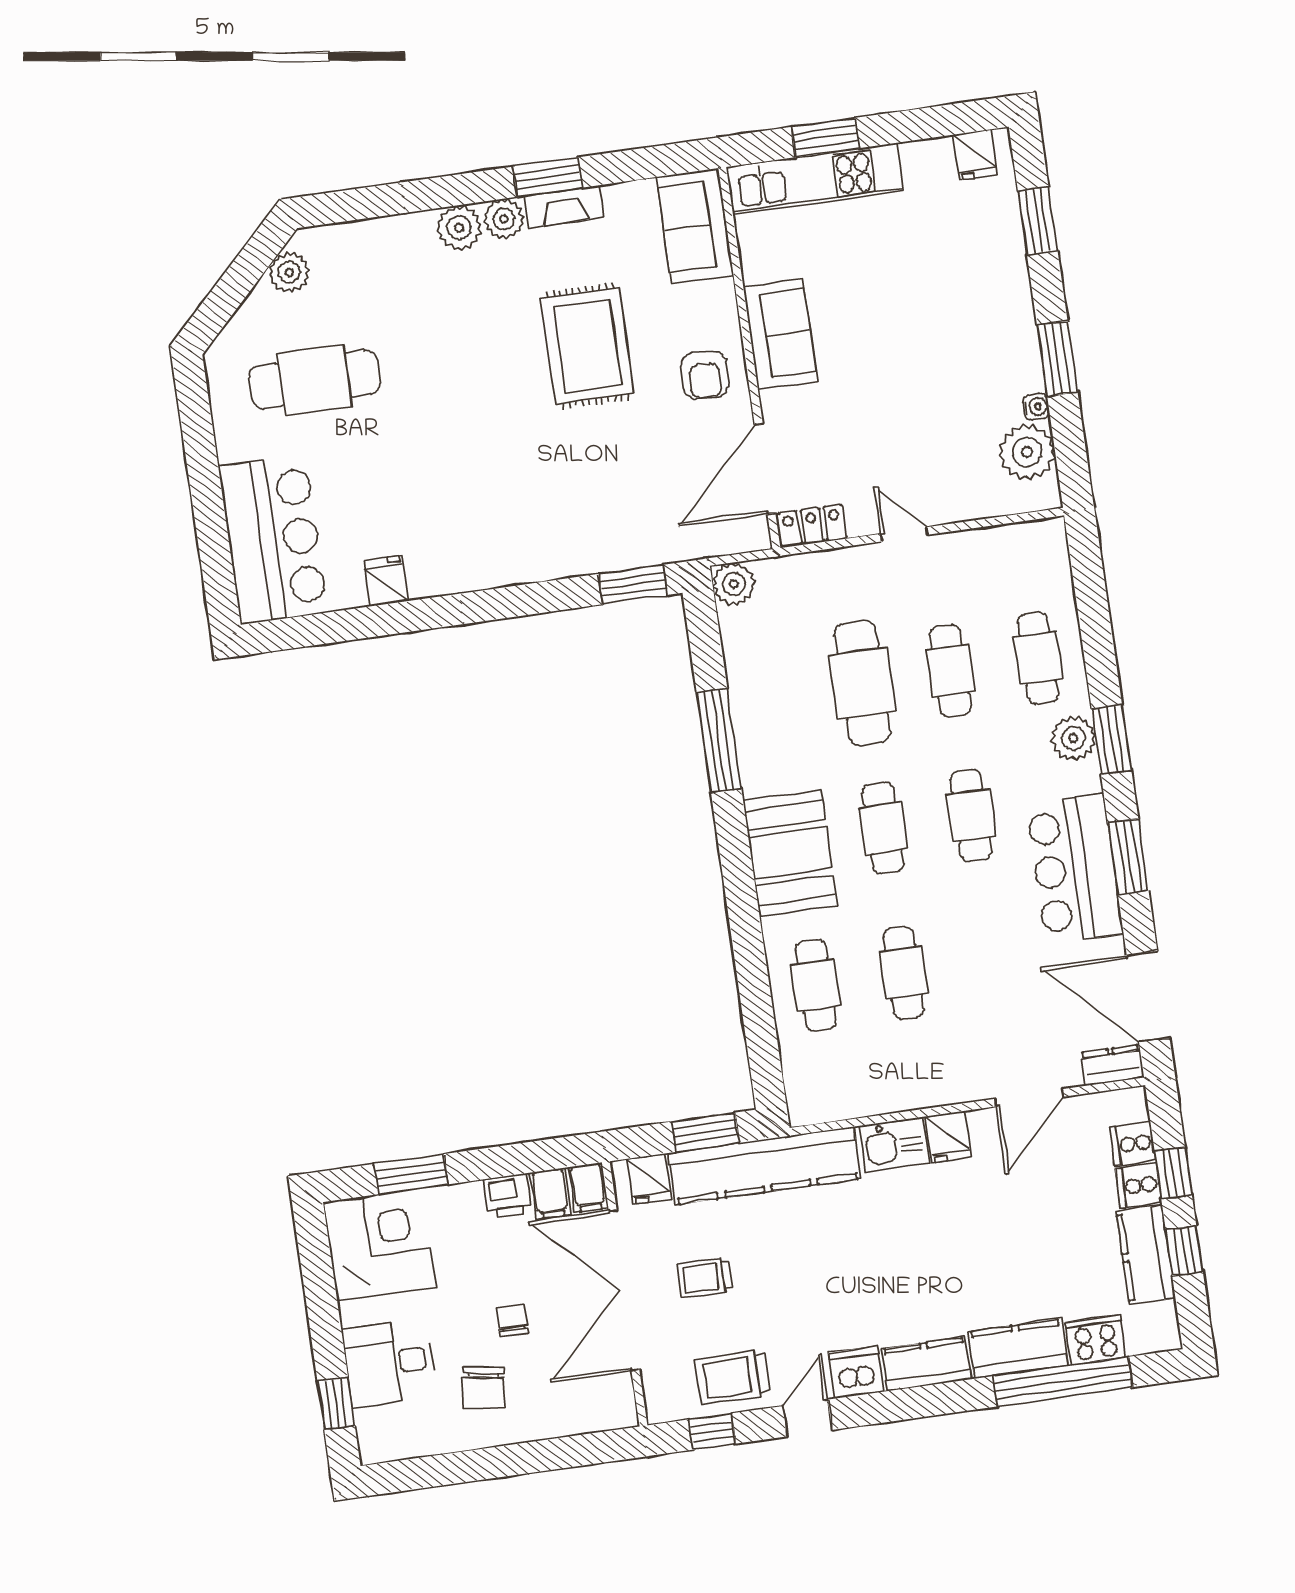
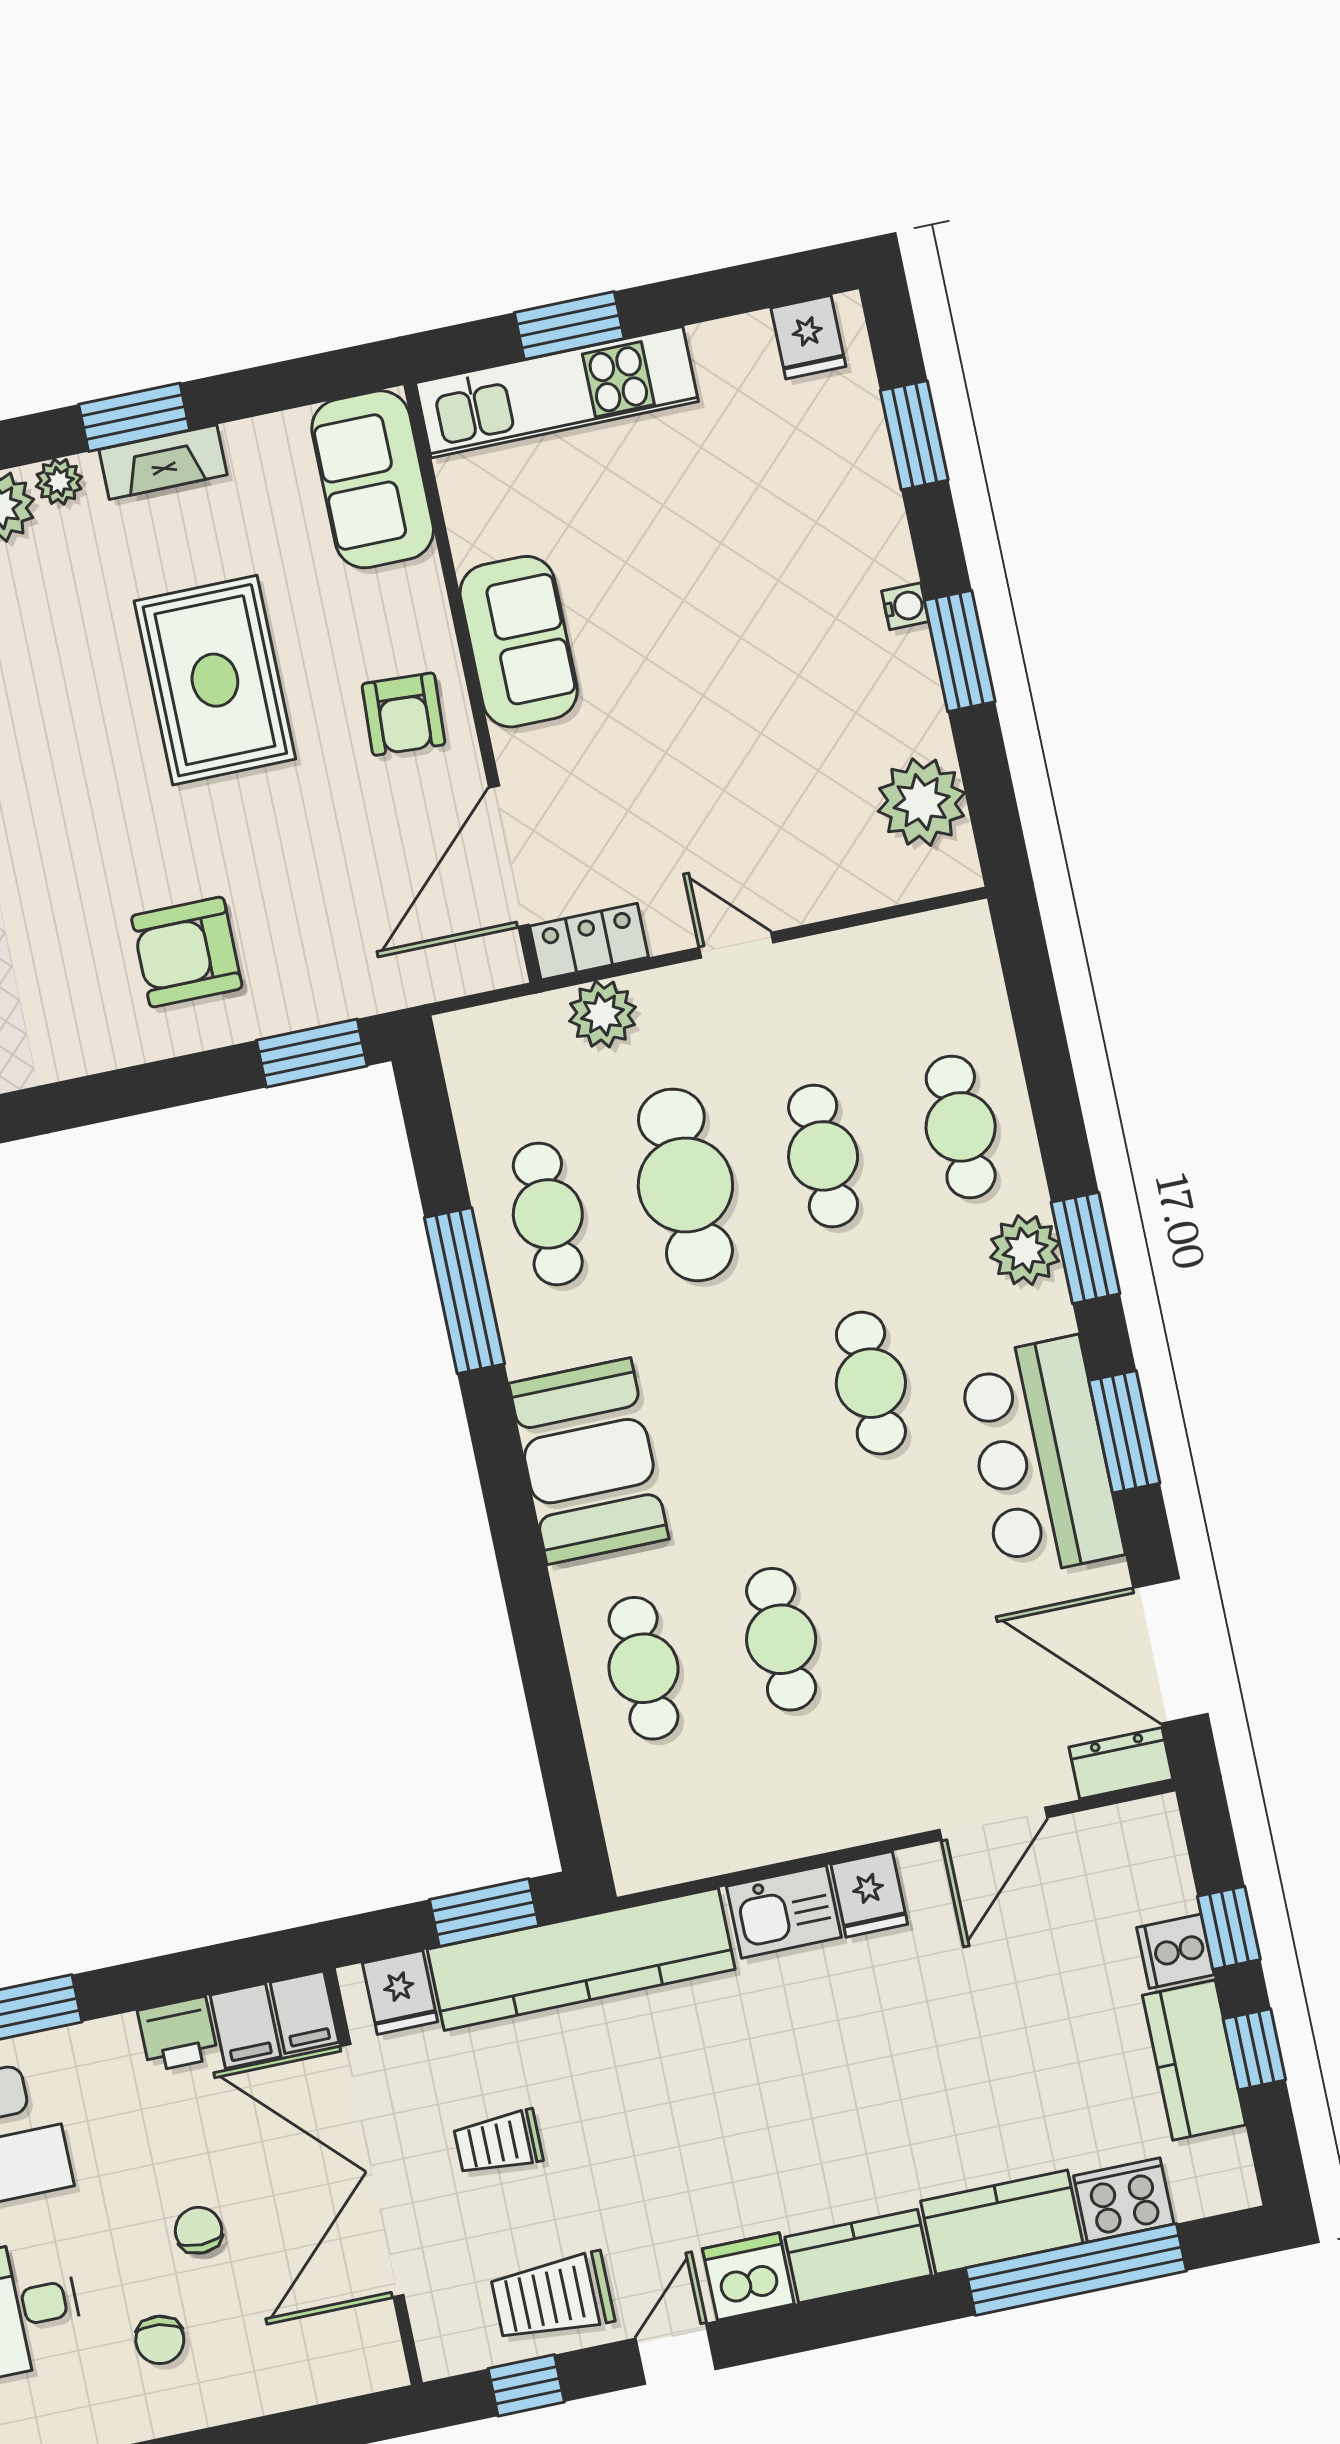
plant: (504, 219) -> (59, 482), width x0.73, depth x0.73
water cooler: (1036, 407) -> (905, 606), moved
armchair: (558, 516) -> (187, 952), added
plant: (734, 584) -> (602, 1014), moved
cafe table: (883, 828) -> (548, 1214), moved
cooker: (1133, 1144) -> (1162, 1885), removed
chair: (483, 1388) -> (160, 2340), width x0.73, depth x0.73

